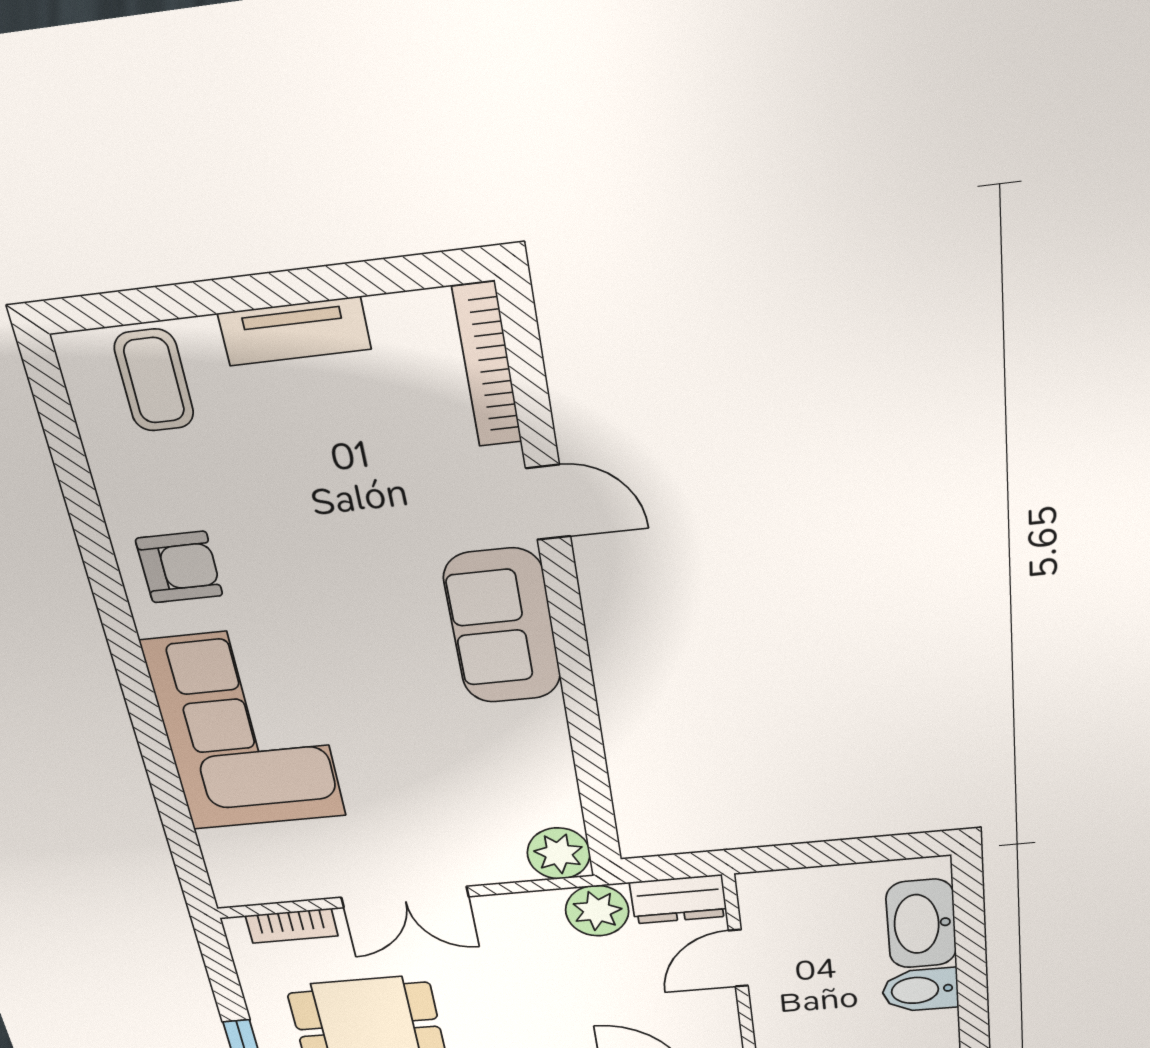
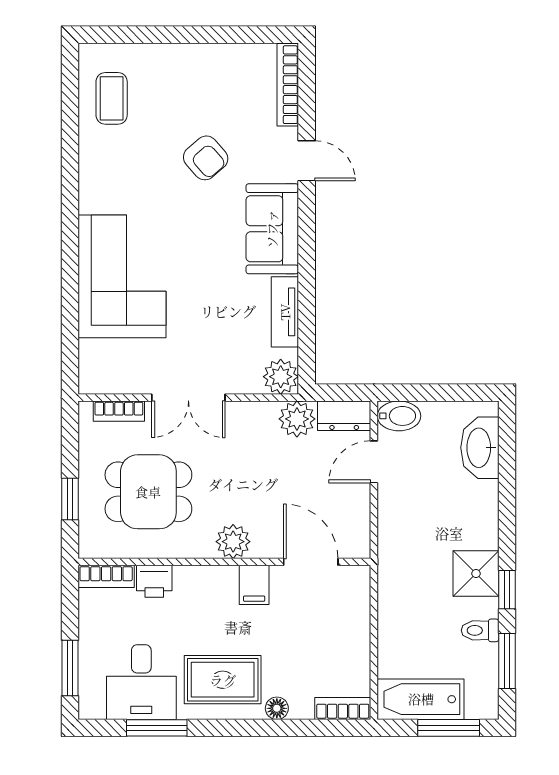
tv unit: (295, 331) -> (285, 312), moved, turned 90
coffee table: (154, 380) -> (112, 98), moved
armchair: (179, 567) -> (206, 158), moved, turned 49
bidet: (920, 990) -> (399, 416), moved, turned 180

